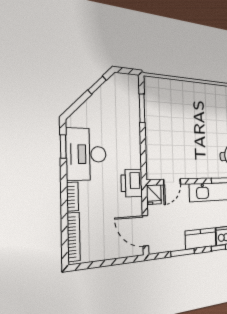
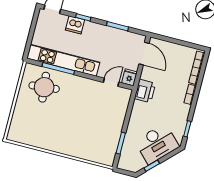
desk: (86, 154) -> (157, 144), moved, turned 45
kitchen counter: (201, 238) -> (98, 31), removed

